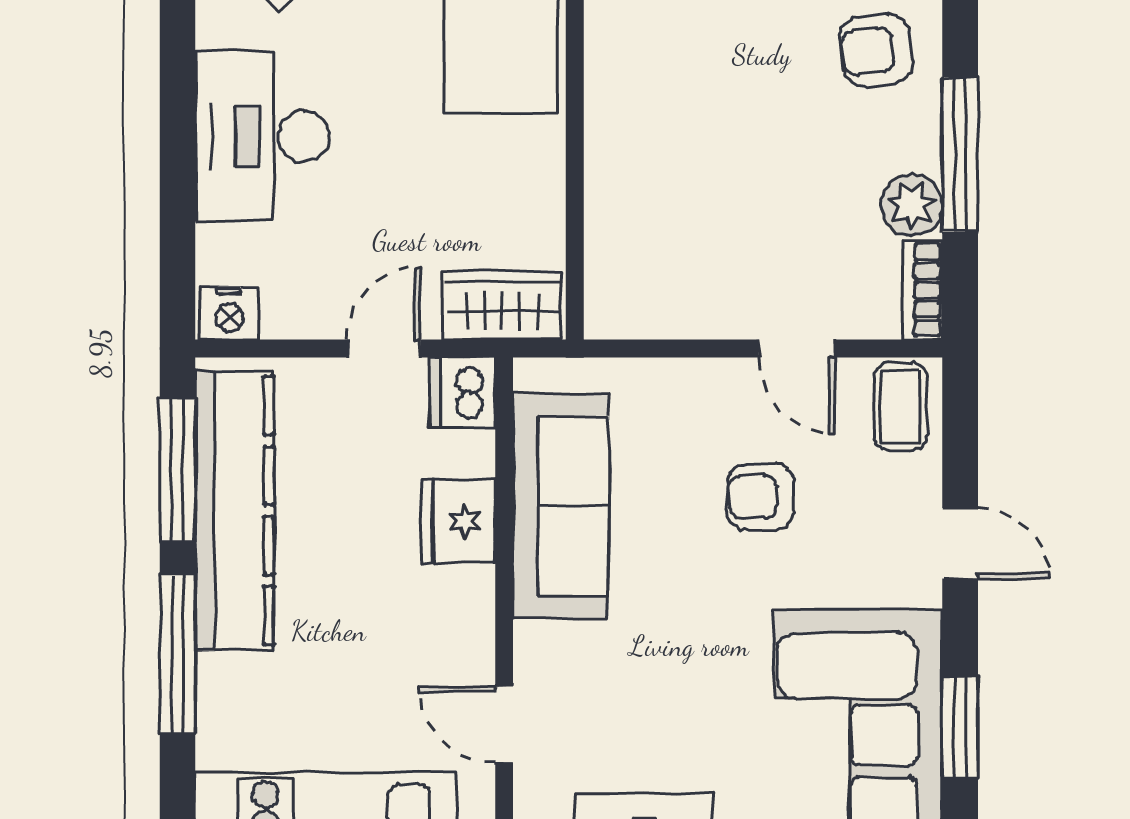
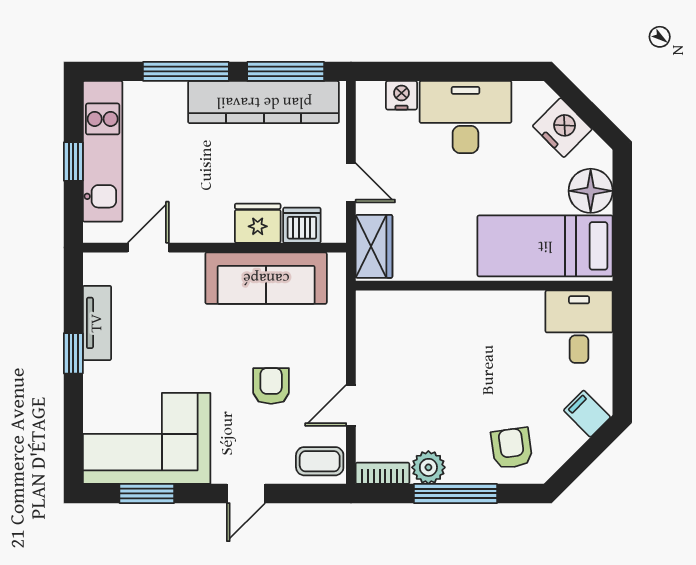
nightstand: (229, 313) -> (401, 95), moved, turned 90
dishwasher: (463, 392) -> (302, 225), moved

